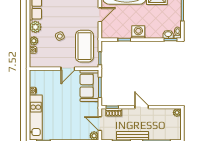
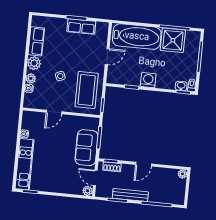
door: (68, 69) -> (54, 112), moved
sofa: (89, 86) -> (86, 148), moved
door: (142, 107) -> (144, 164), swing flipped

